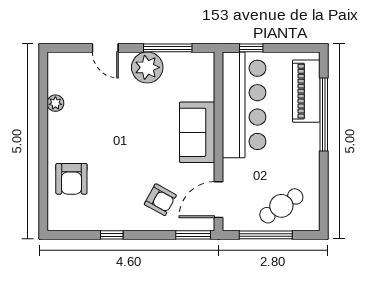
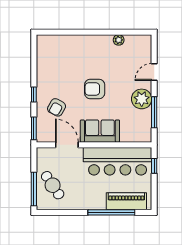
armchair: (71, 179) -> (95, 89), moved
door: (219, 200) -> (67, 145), moved
window: (112, 235) -> (34, 94), moved
window: (266, 235) -> (34, 189), moved

